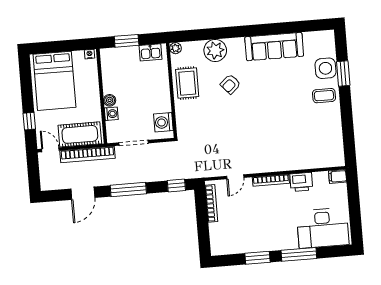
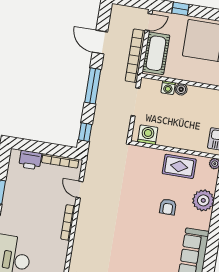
armchair: (230, 84) -> (168, 207), turned -139
printer: (301, 182) -> (30, 160), moved, turned -90

